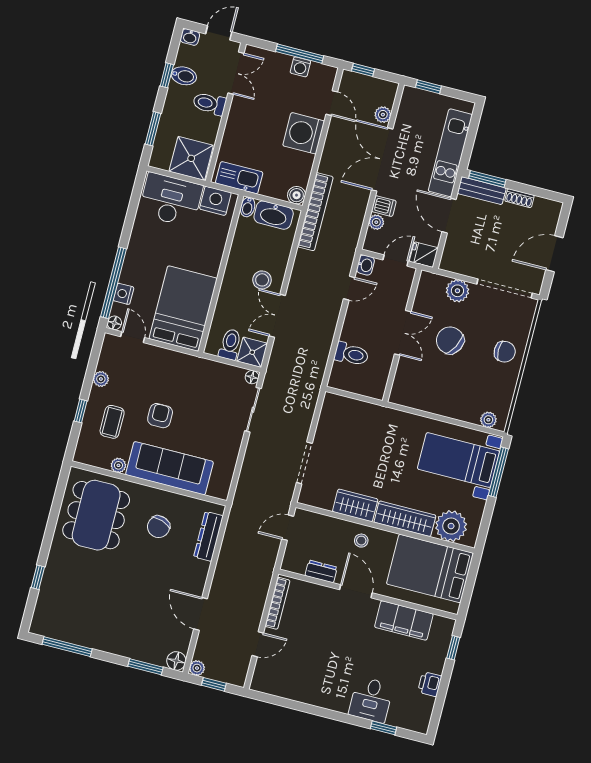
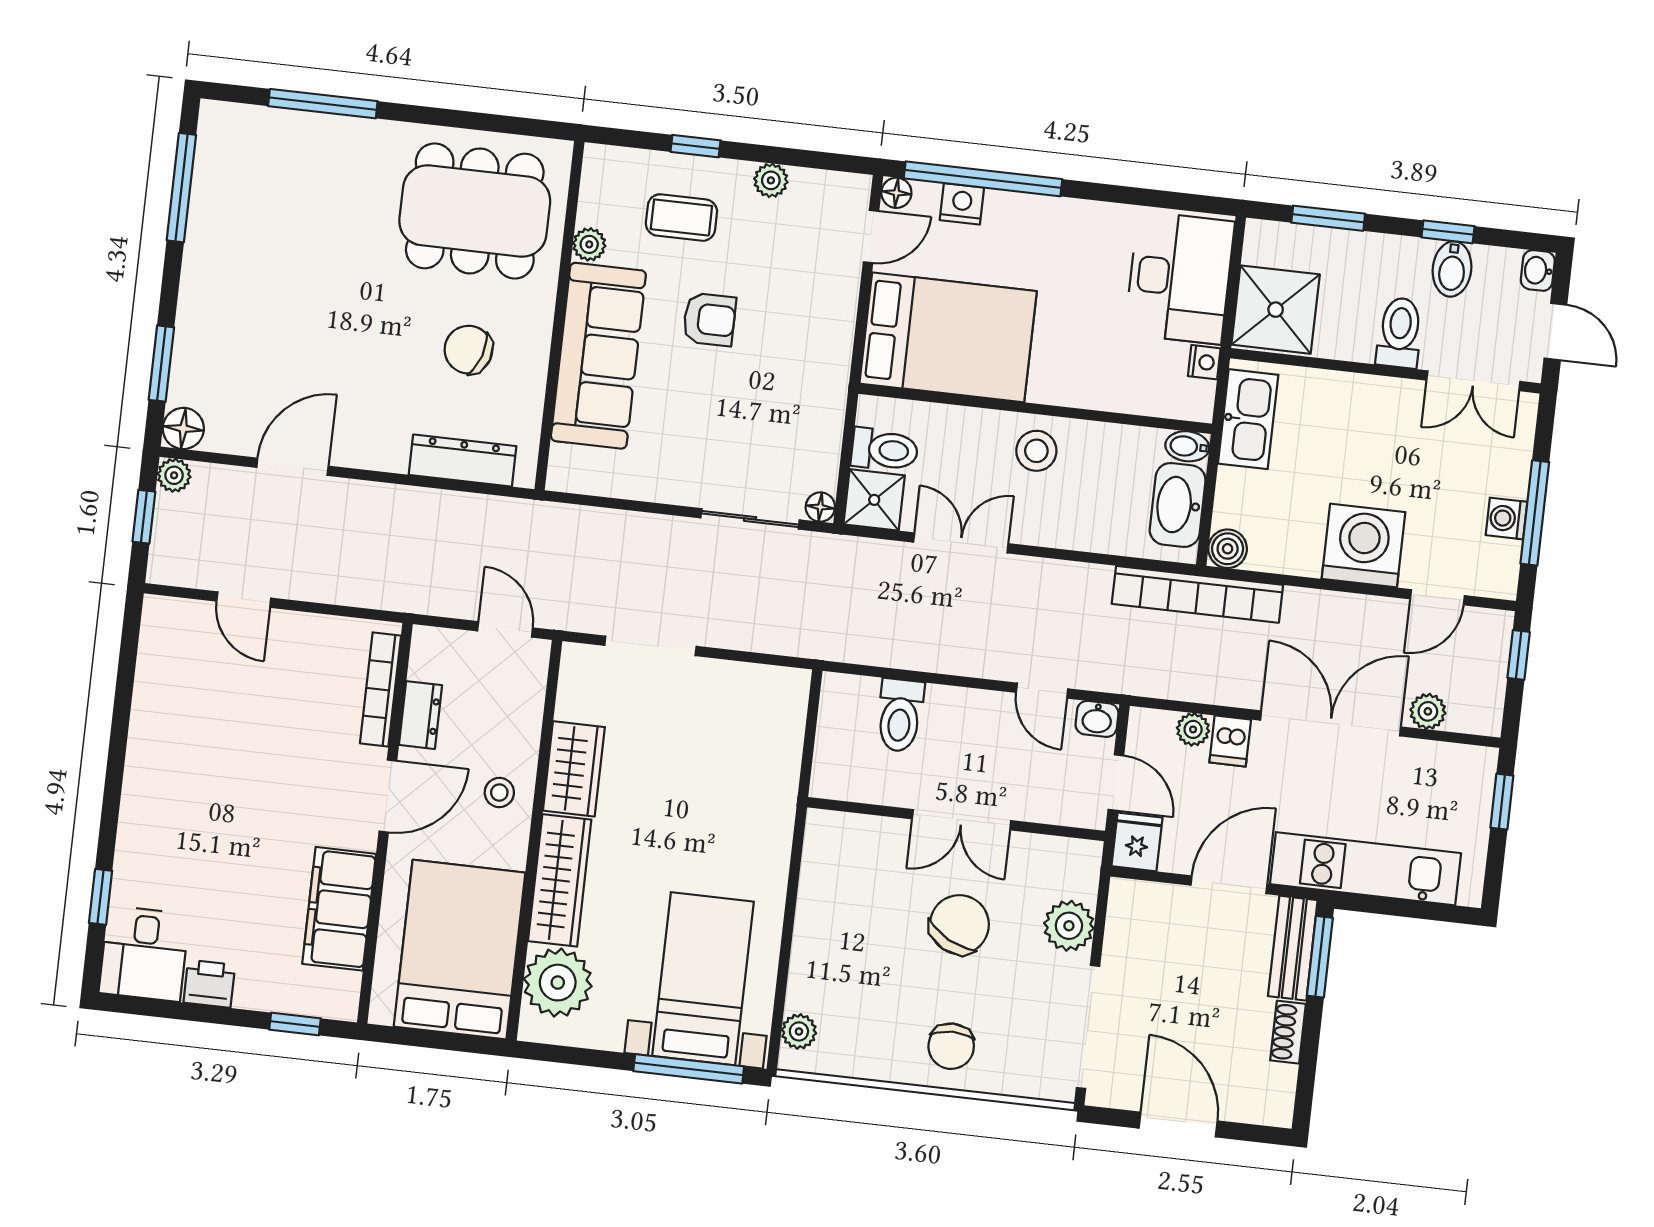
nightstand: (215, 201) -> (1204, 362), width x0.53, depth x0.56
stool: (262, 280) -> (1036, 451), moved
window: (38, 577) -> (323, 104), width x2.17
bookcase: (277, 603) -> (380, 689), moved, turned 90
desk: (371, 700) -> (144, 954), moved, turned -90

